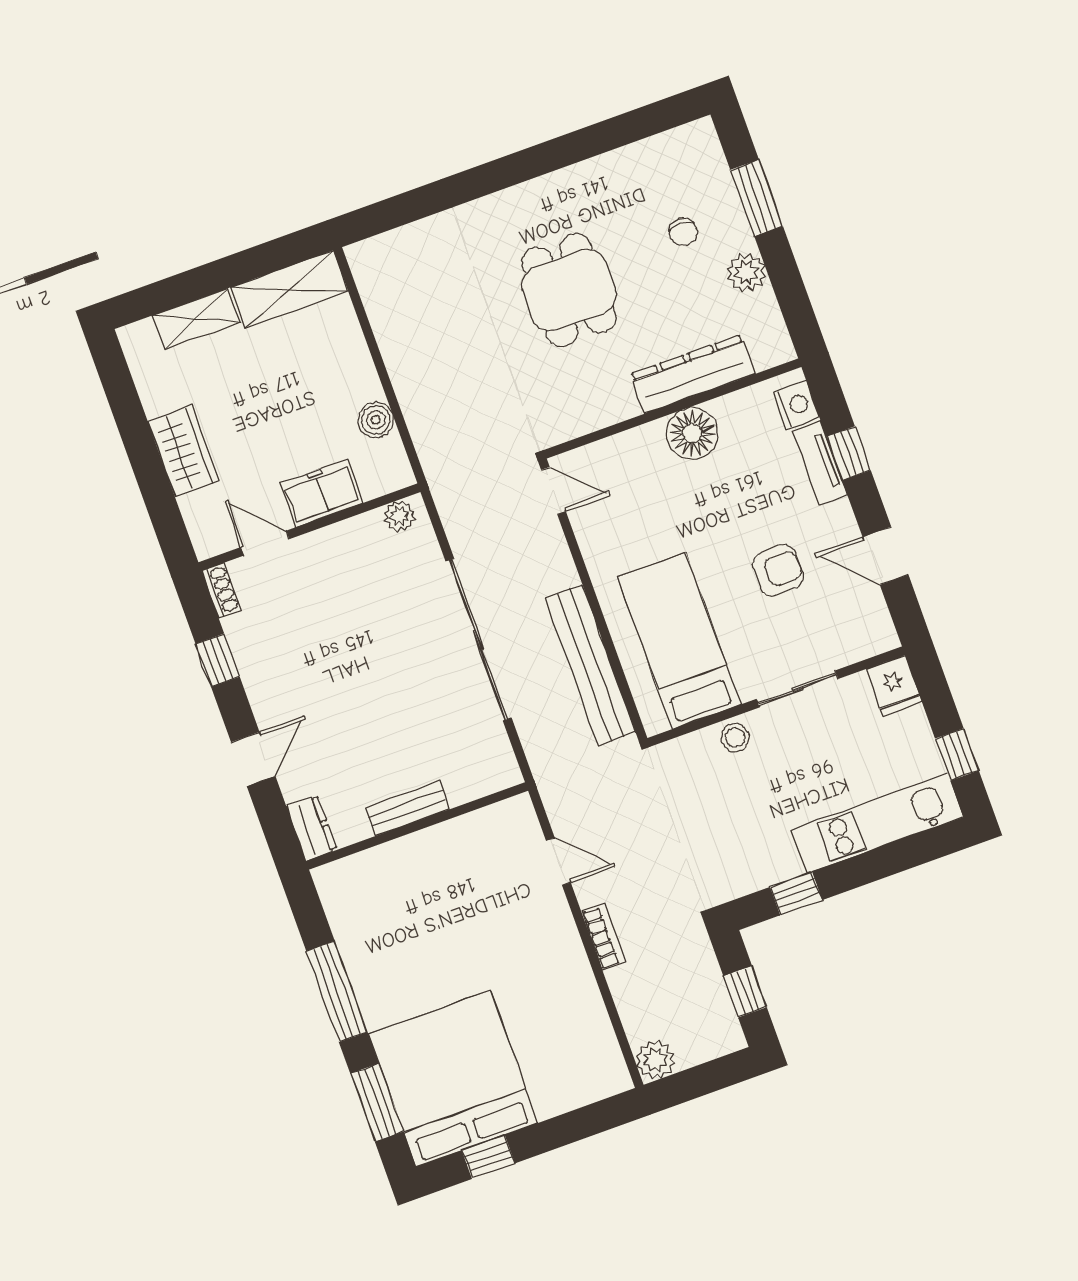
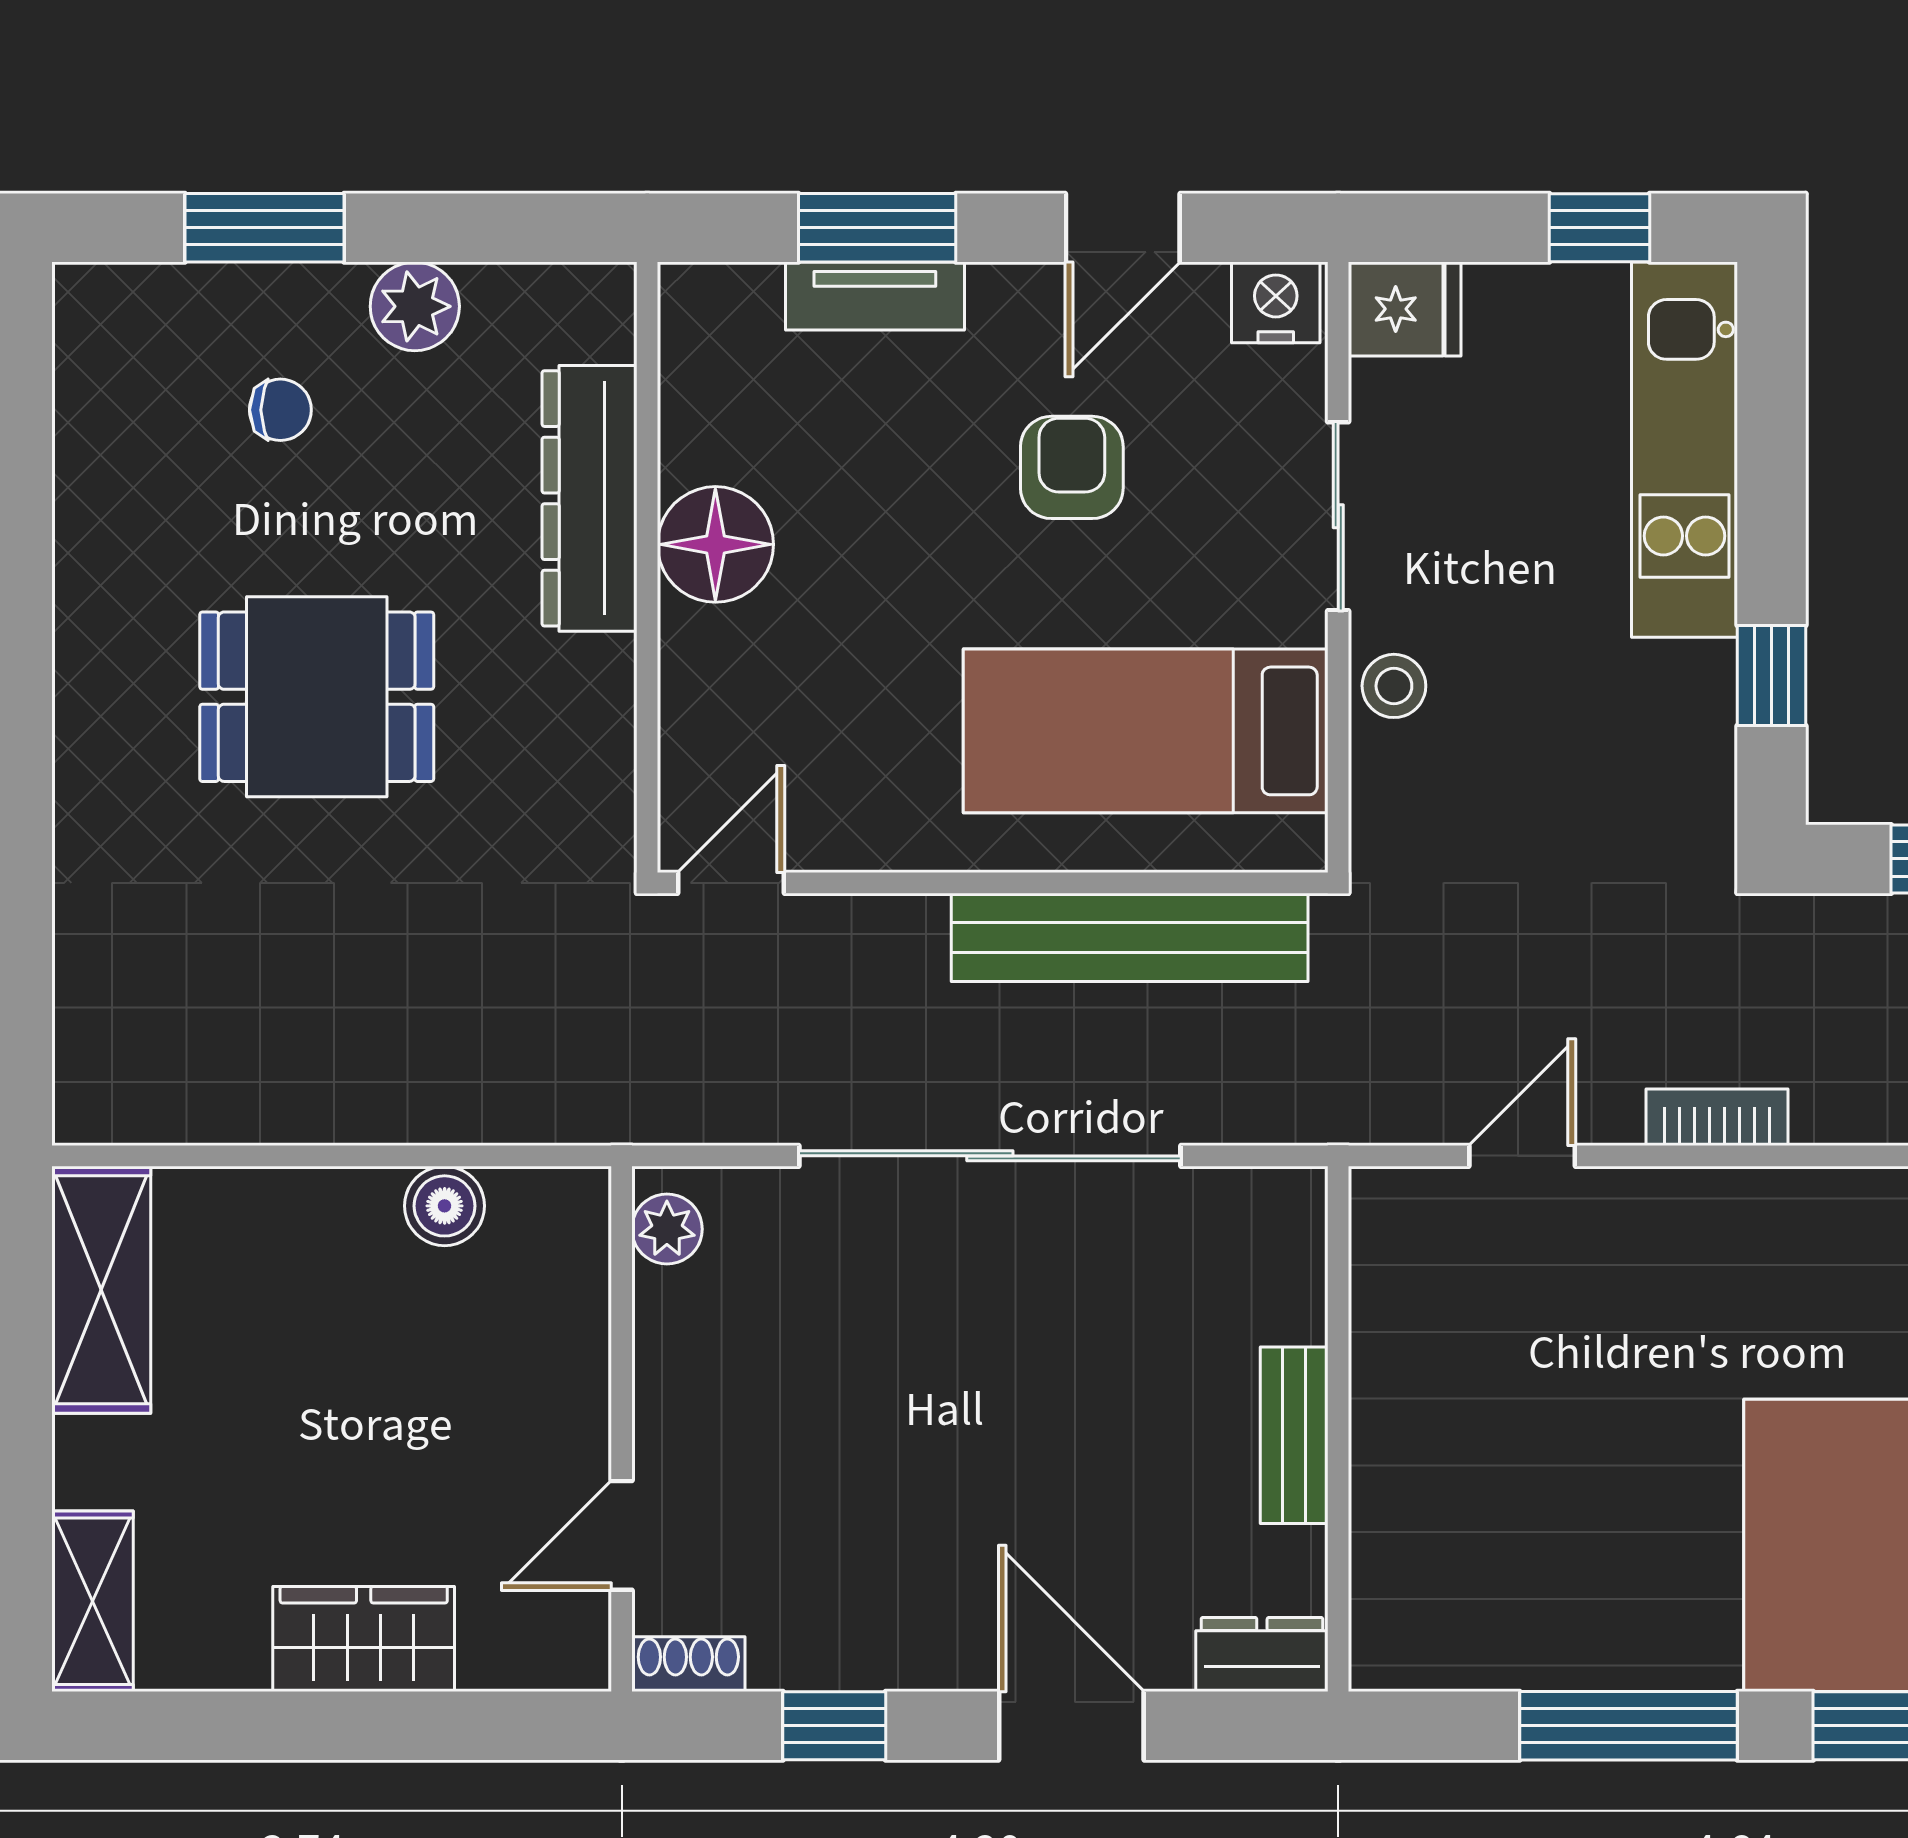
shelving: (196, 319) -> (92, 1601), moved
nightstand: (796, 405) -> (1276, 302), moved
window: (849, 453) -> (877, 228), width x1.50
freezer: (321, 493) -> (558, 1378), removed
door: (253, 759) -> (1071, 1726), width x1.37

